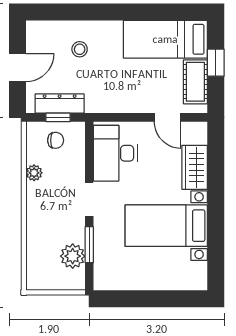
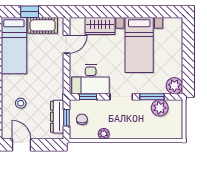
door: (18, 68) -> (22, 145), moved
window: (89, 149) -> (88, 97), added
plant: (106, 278) -> (174, 86), added

